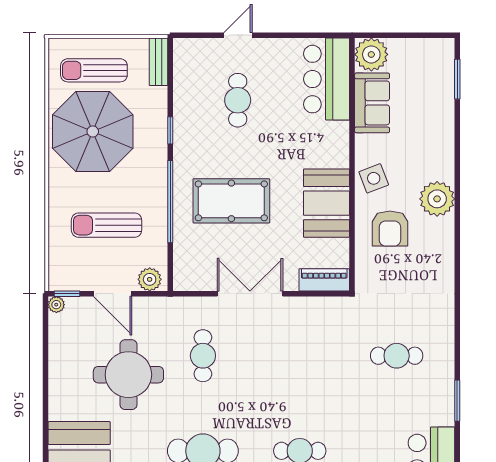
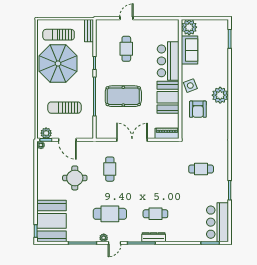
bar counter: (327, 79) -> (168, 61), moved
plant: (150, 279) -> (46, 133), moved
round table: (128, 375) -> (75, 178), width x0.73, depth x0.73

